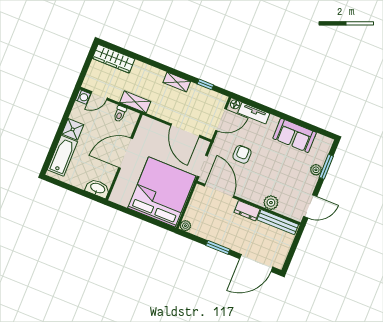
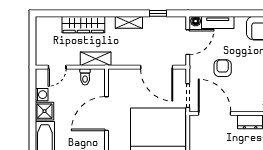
wardrobe: (114, 59) -> (83, 25), moved
washing machine: (83, 97) -> (42, 95), moved

